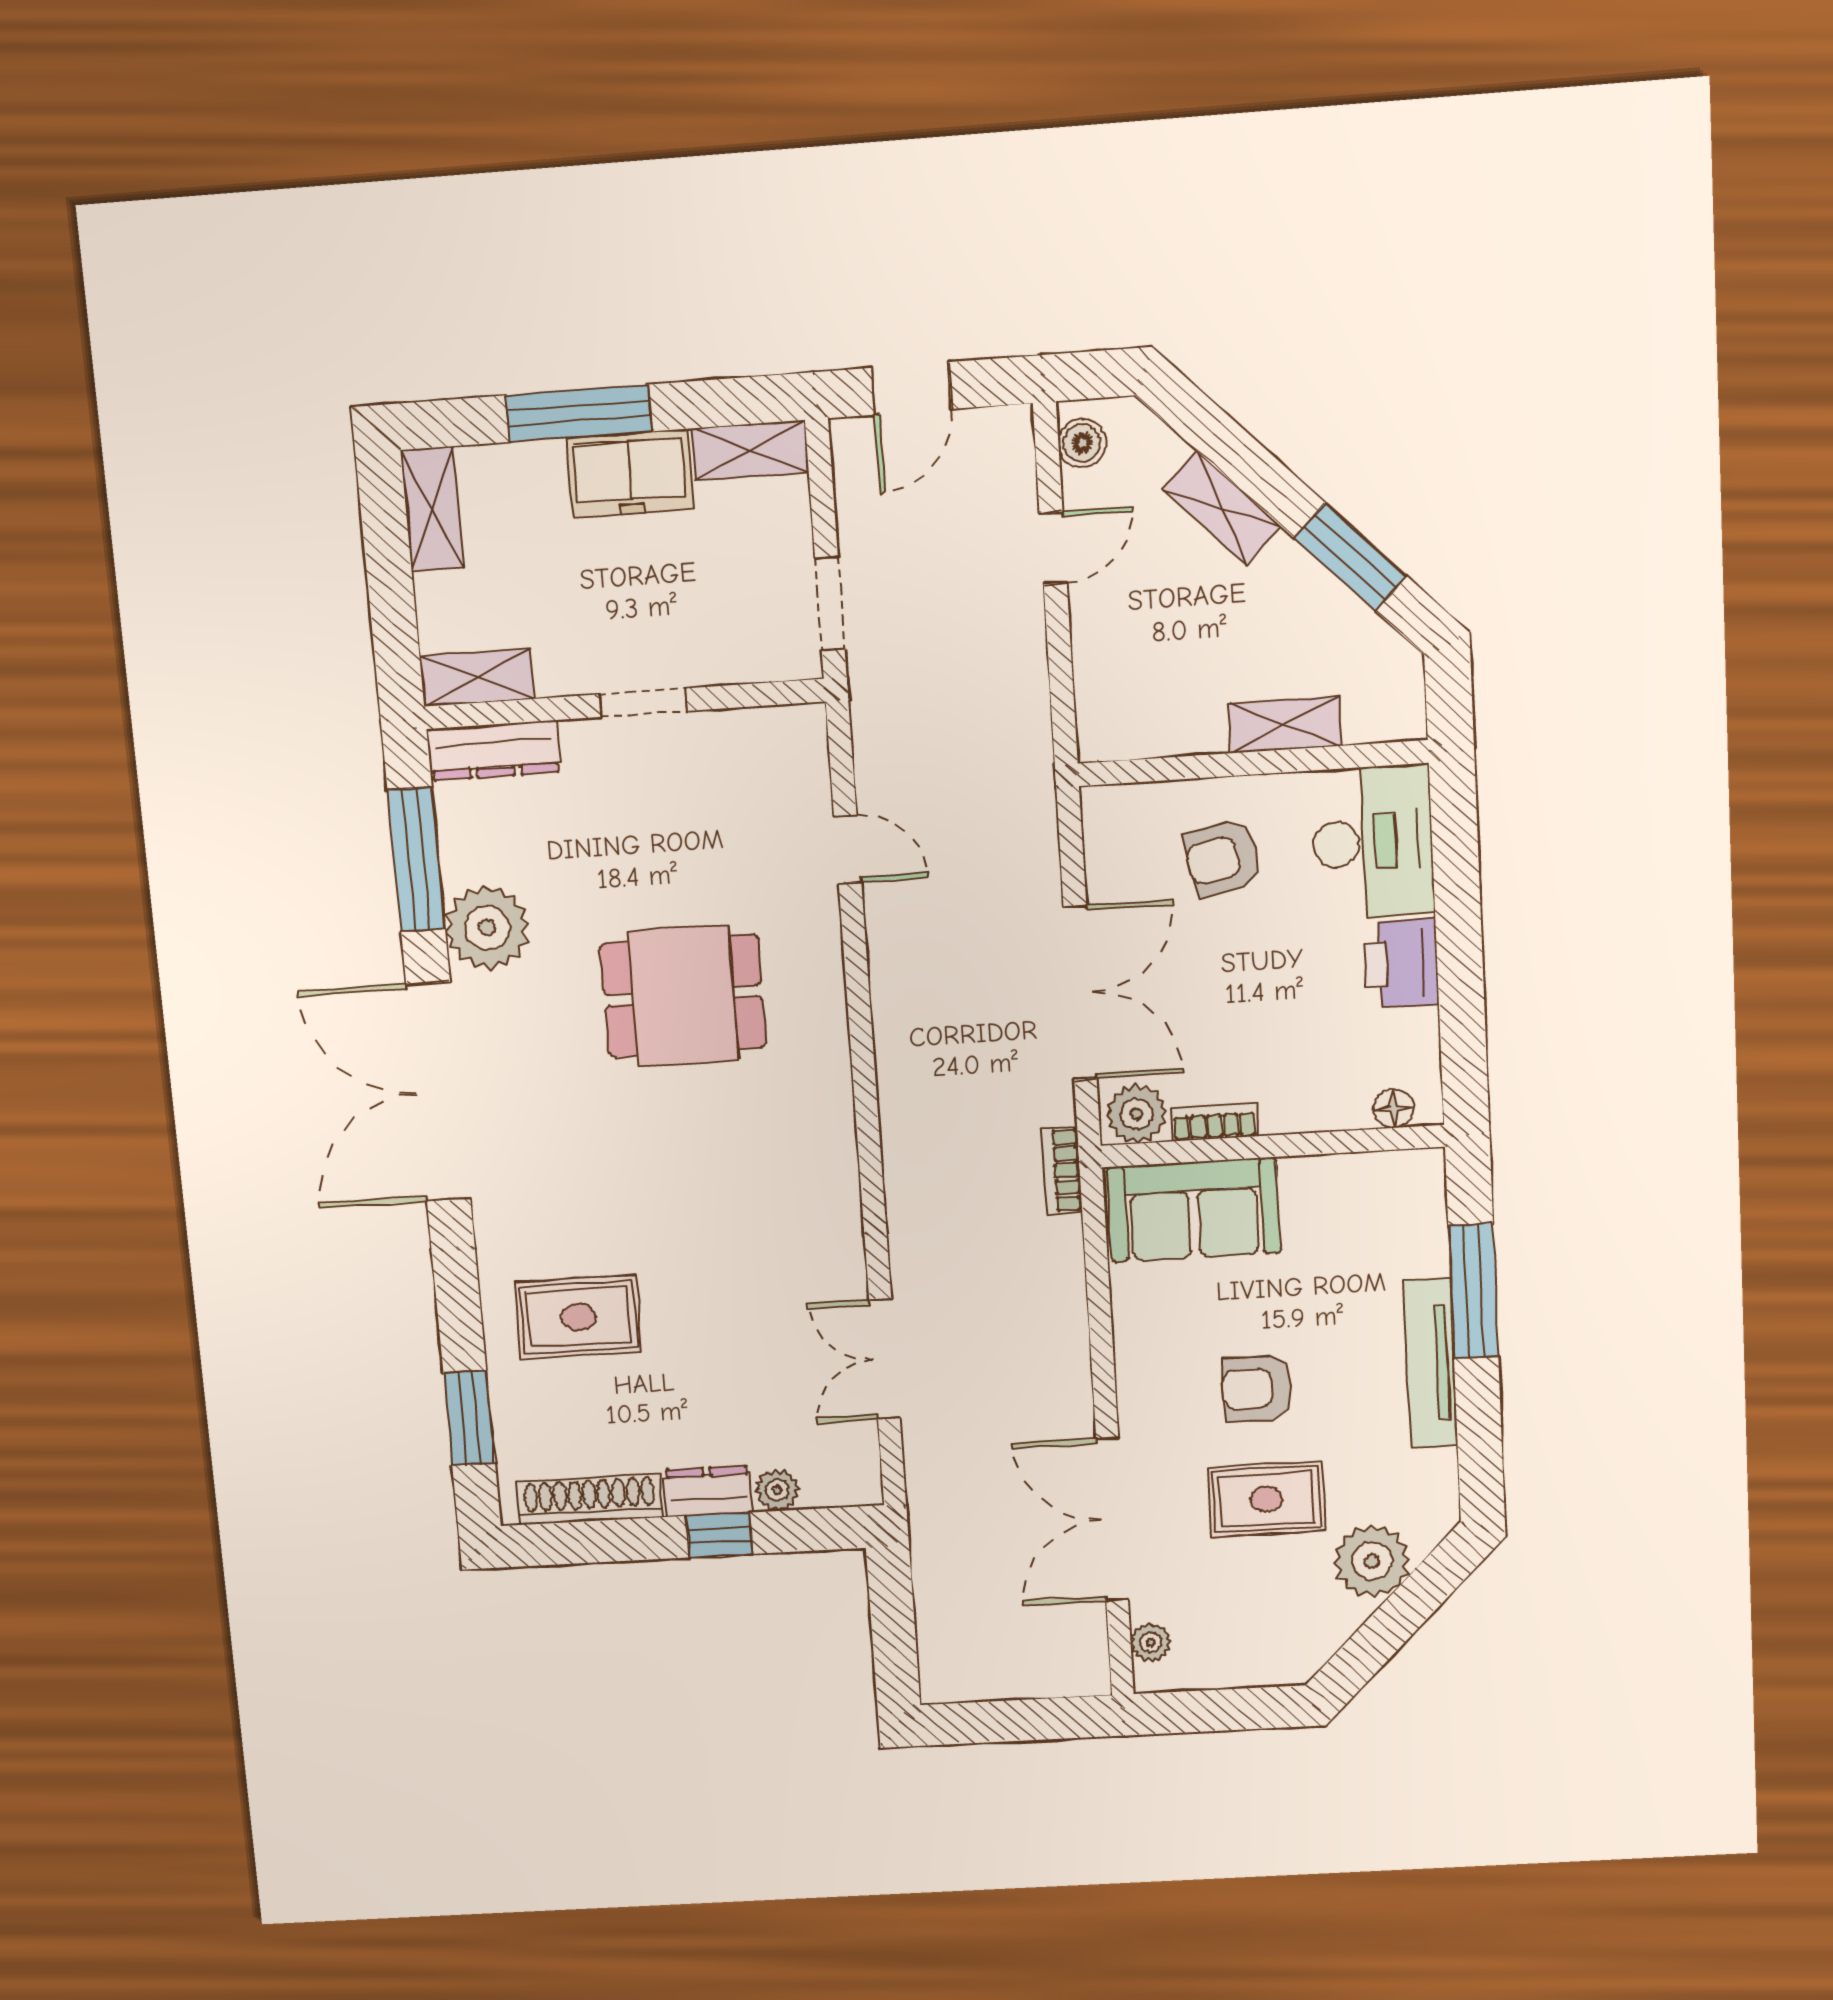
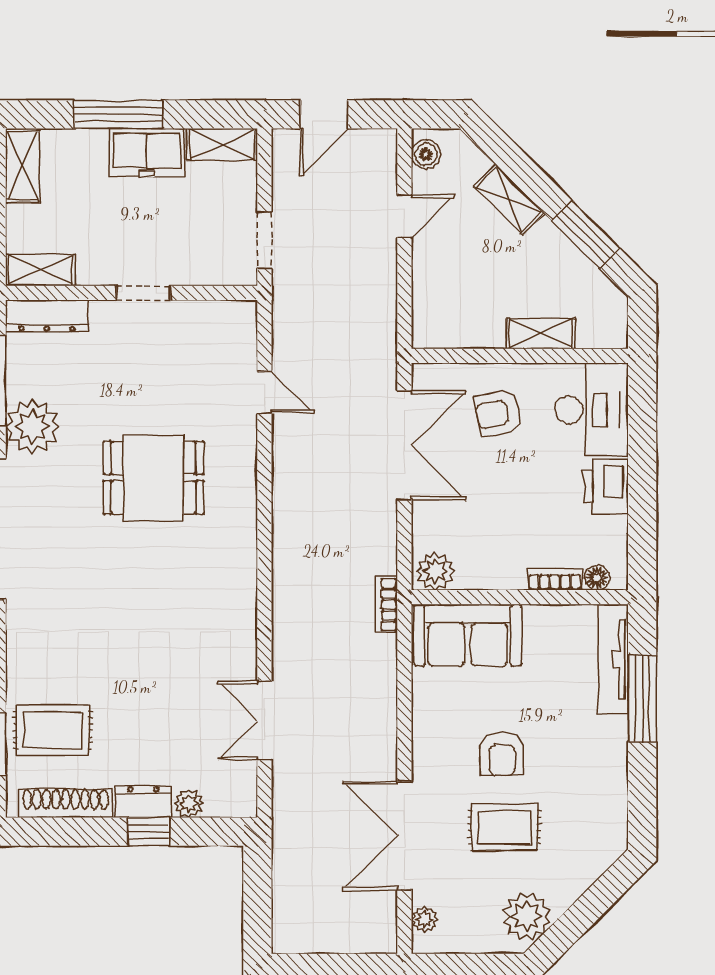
double door: (1080, 993) -> (404, 445), moved
bookcase: (1214, 1122) -> (555, 579), moved
rug: (578, 1317) -> (53, 730), moved
tv unit: (1431, 1363) -> (613, 659), moved
armchair: (1257, 1388) -> (502, 754), turned -90
plant: (1372, 1561) -> (527, 916), moved

